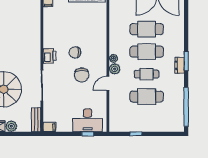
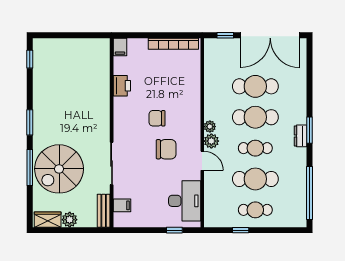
printer: (49, 56) -> (122, 86), moved
chair: (82, 75) -> (166, 149), turned -90
door: (108, 83) -> (202, 161), swing flipped
cafe table: (147, 119) -> (255, 210), added
desk: (88, 120) -> (185, 201), moved, turned -90
filing cabinet: (49, 127) -> (122, 205), moved

